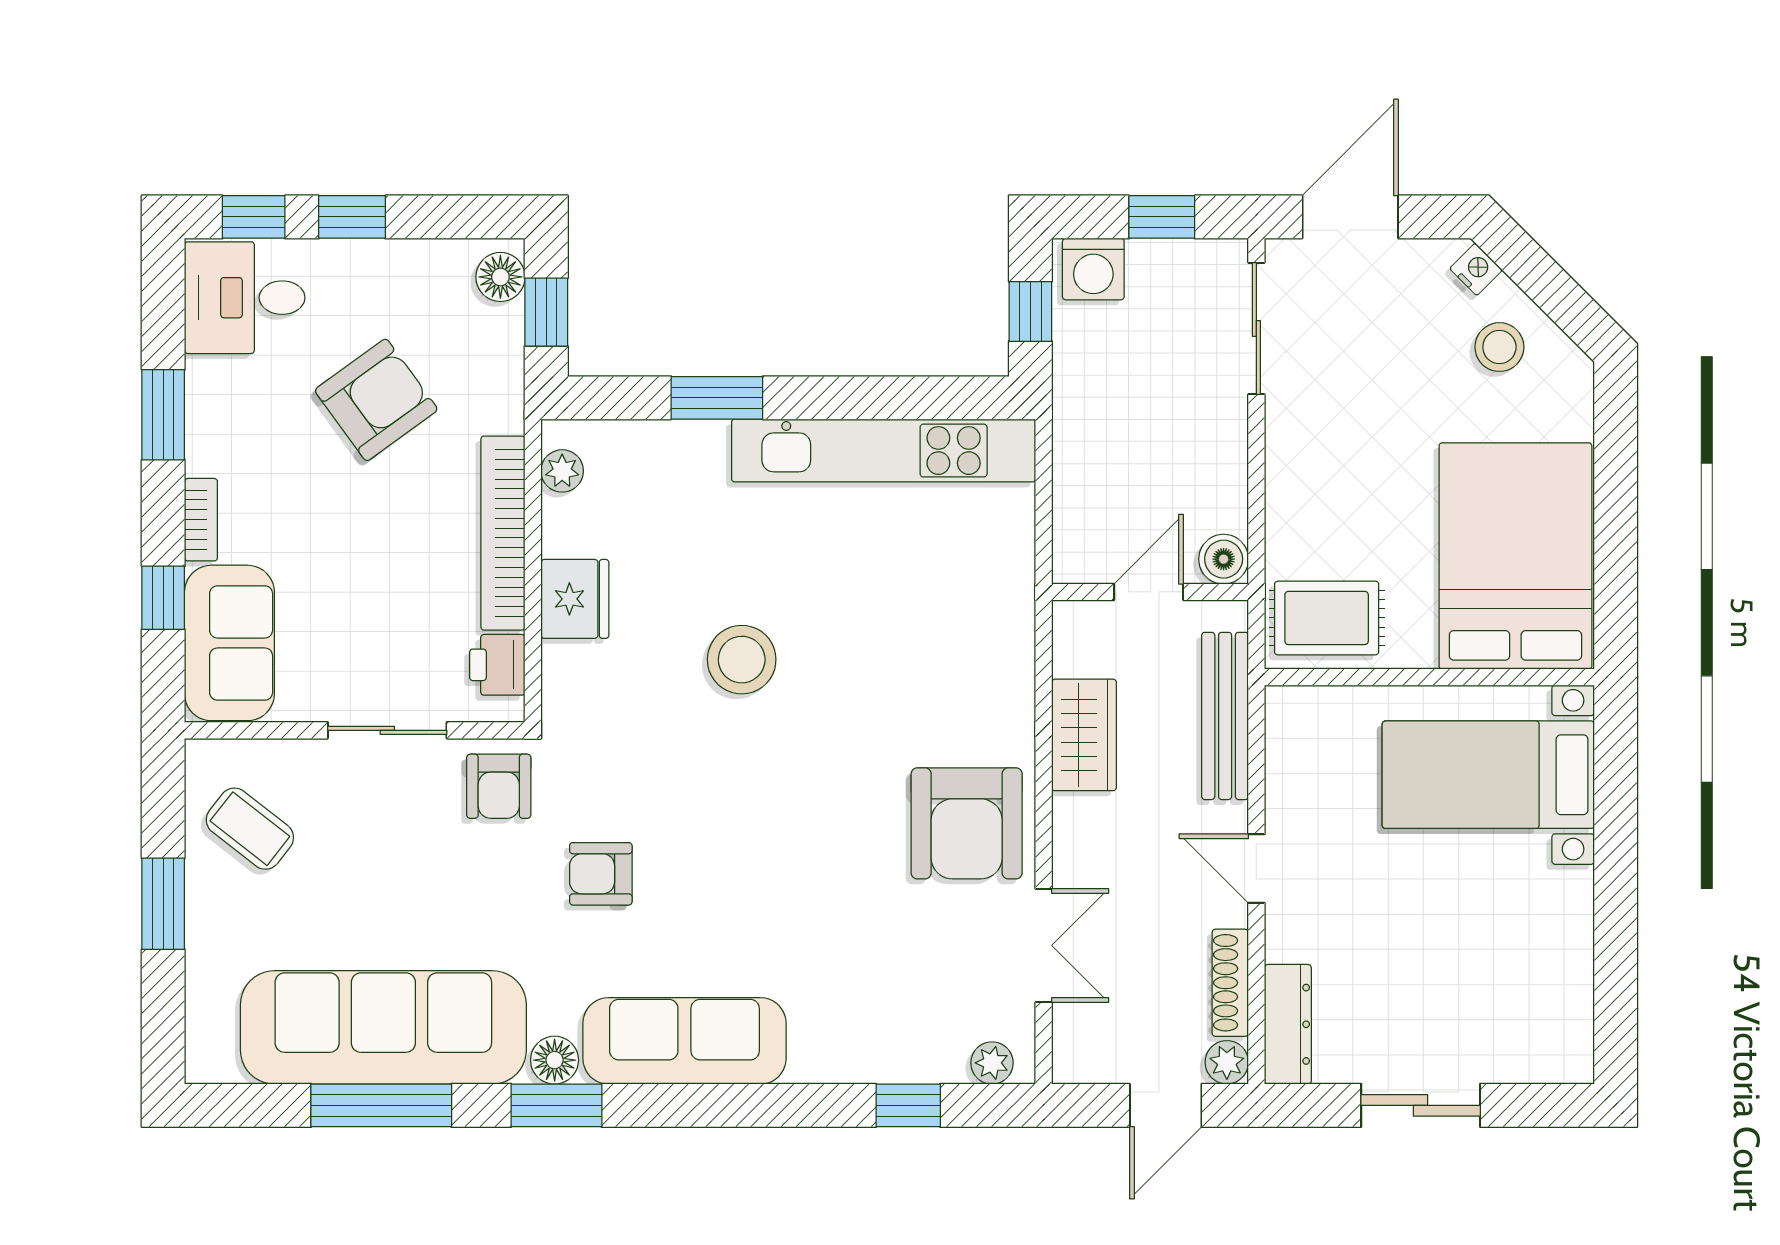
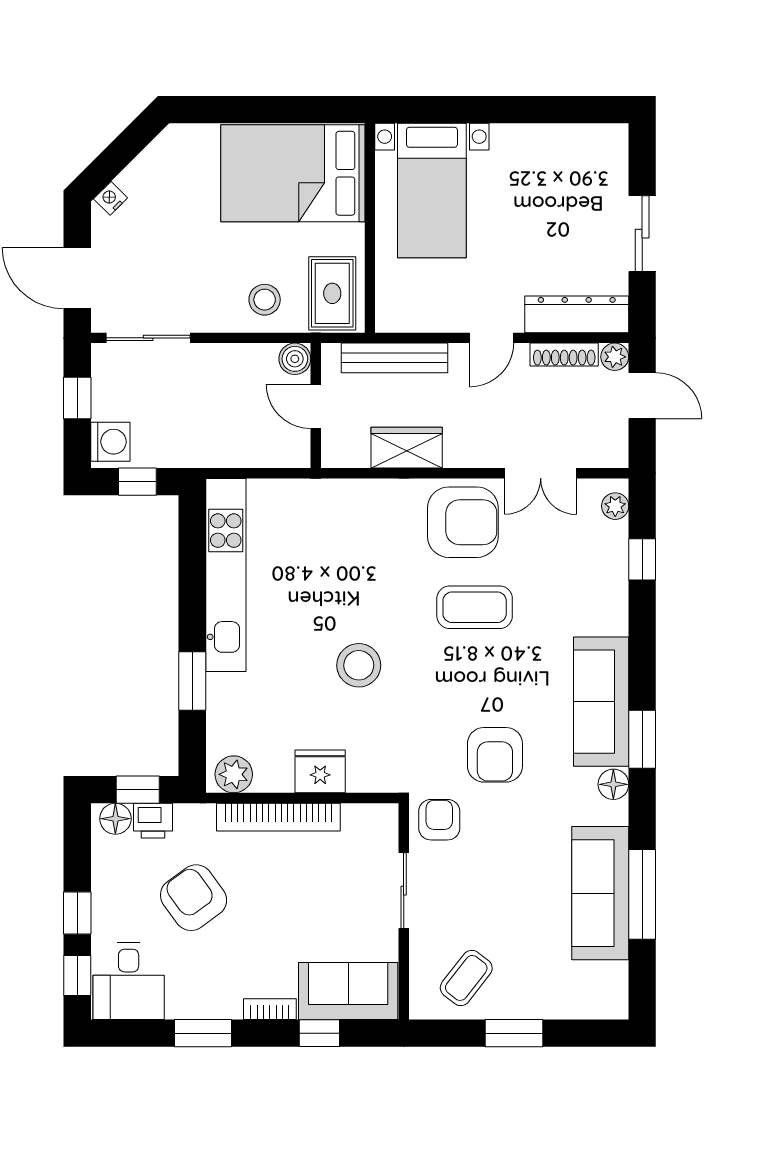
stool: (1499, 347) -> (265, 300), moved
plant: (562, 471) -> (234, 774), width x1.38, depth x1.38
printer: (497, 665) -> (153, 821), moved
armchair: (499, 786) -> (439, 820), turned -90
coffee table: (833, 842) -> (475, 607), added
armchair: (601, 874) -> (495, 755), width x1.38, depth x1.38
double door: (1044, 945) -> (541, 473), swing flipped
dresser: (1288, 1024) -> (577, 314), width x1.37, depth x1.24
sofa: (383, 1027) -> (600, 893), width x0.74, depth x0.79
window: (556, 1105) -> (642, 739), moved

